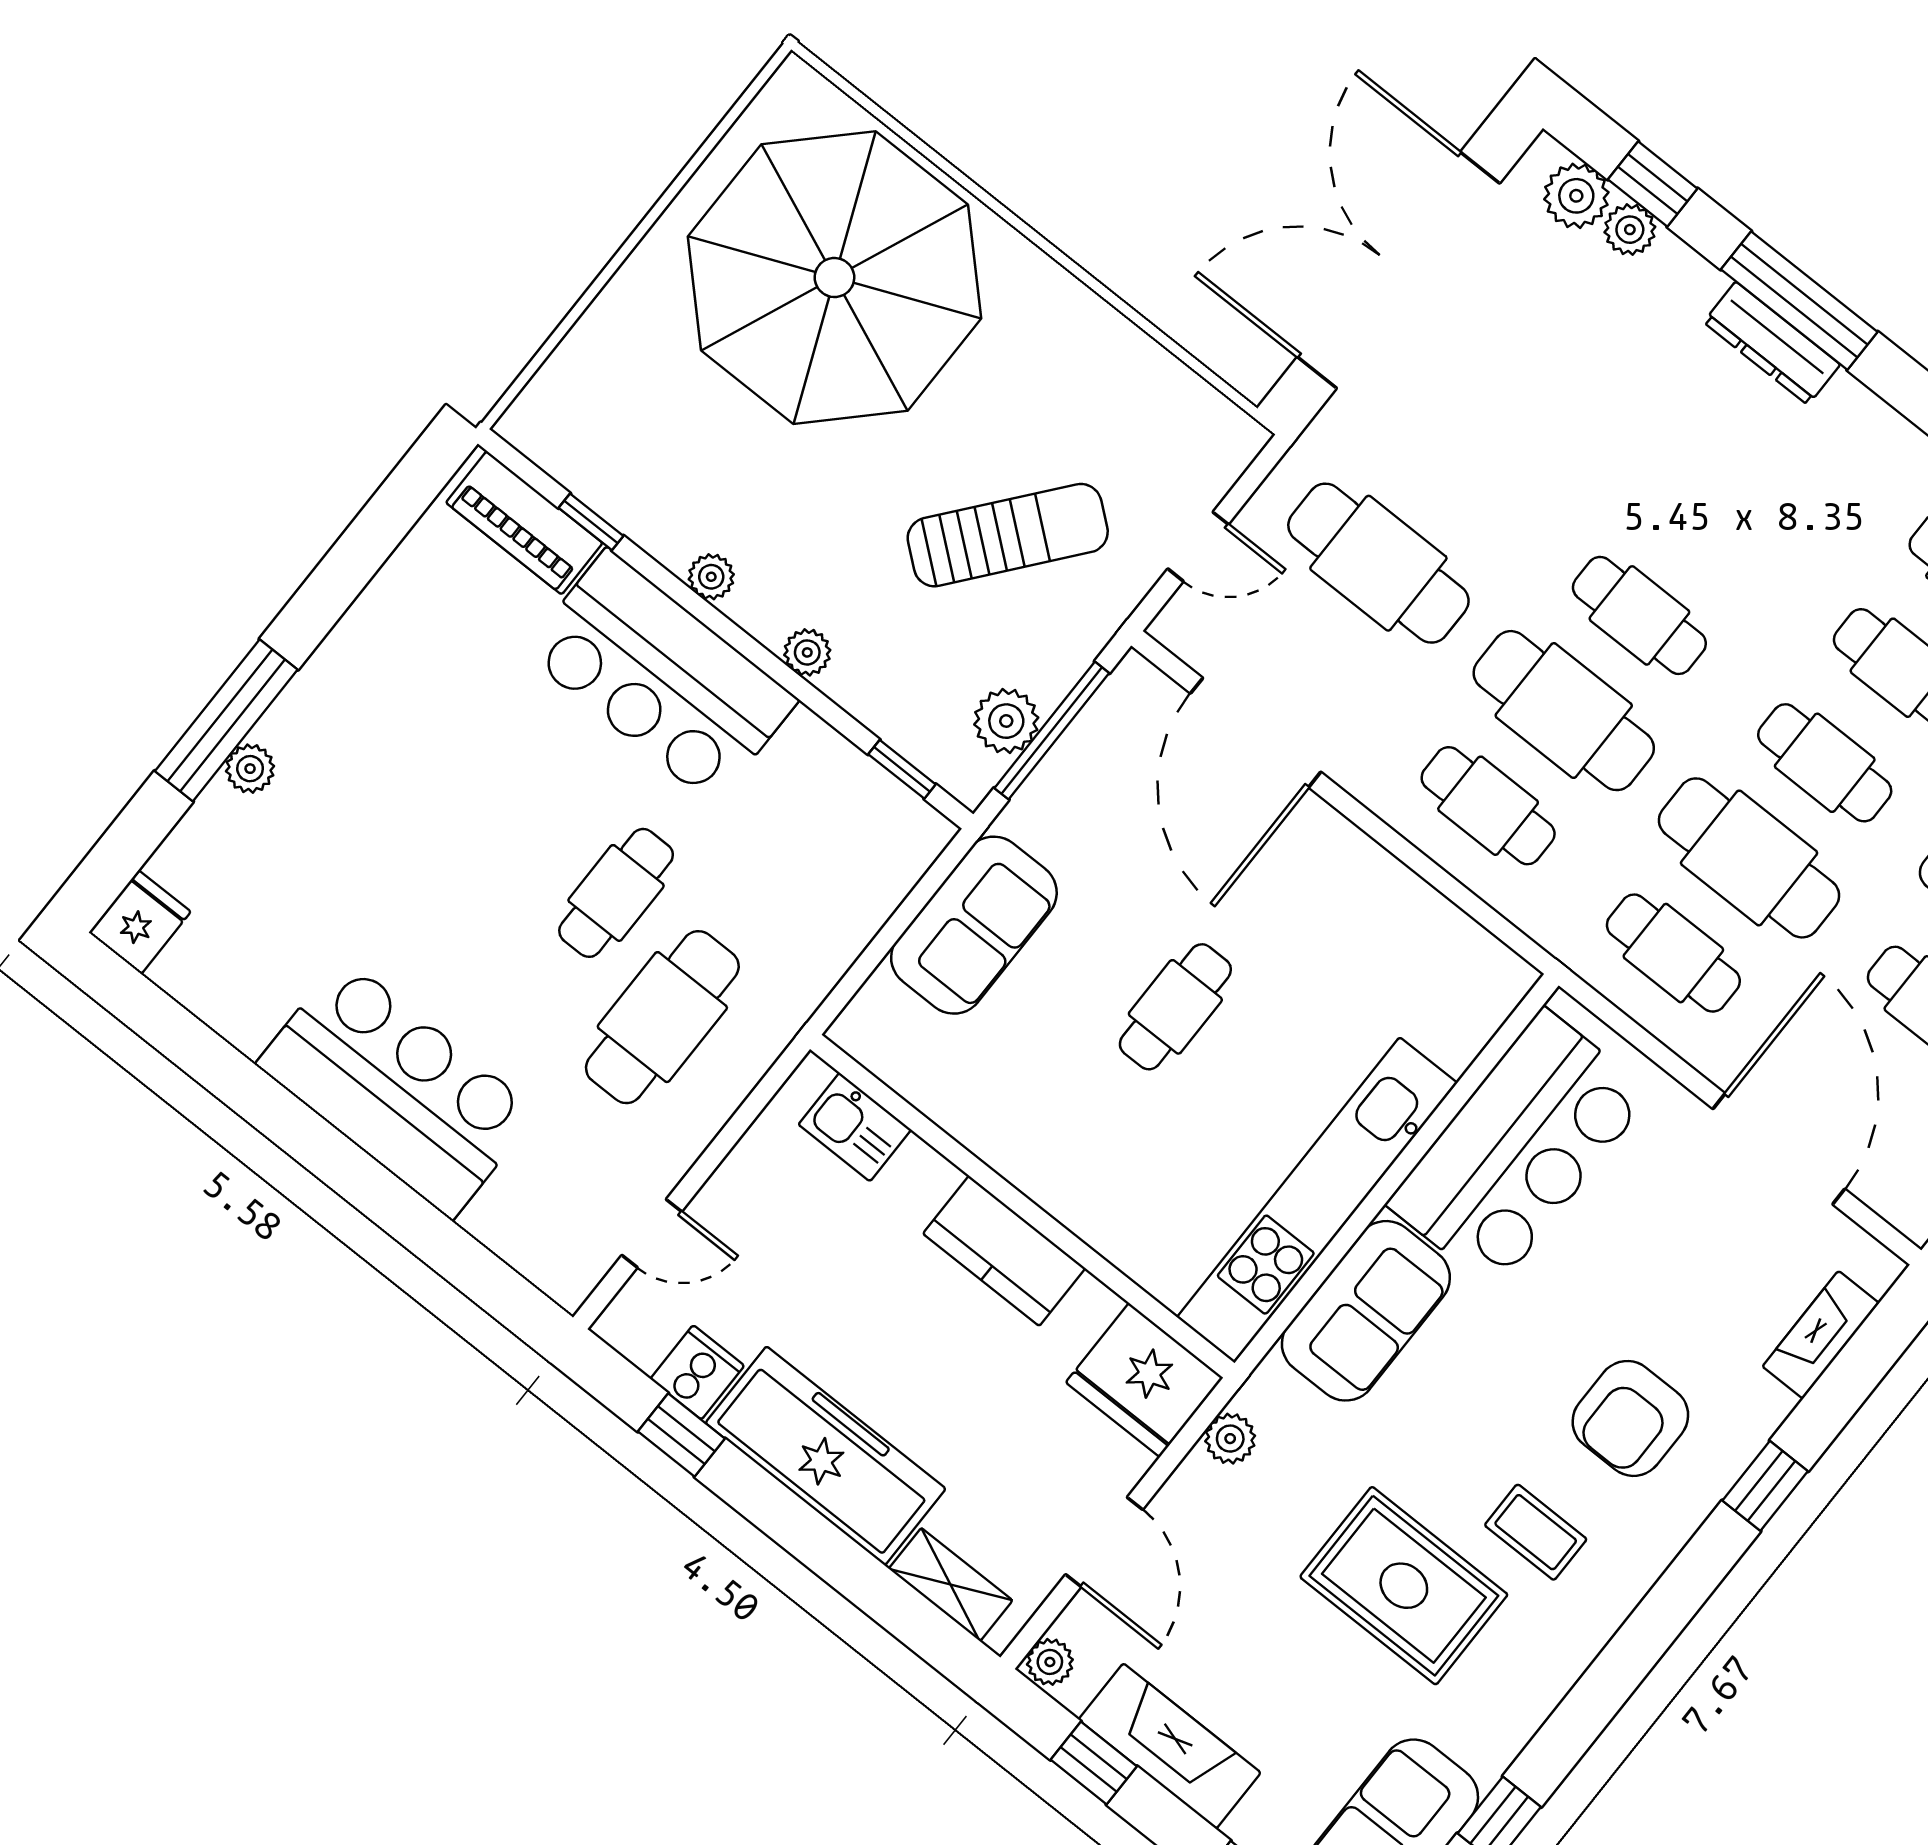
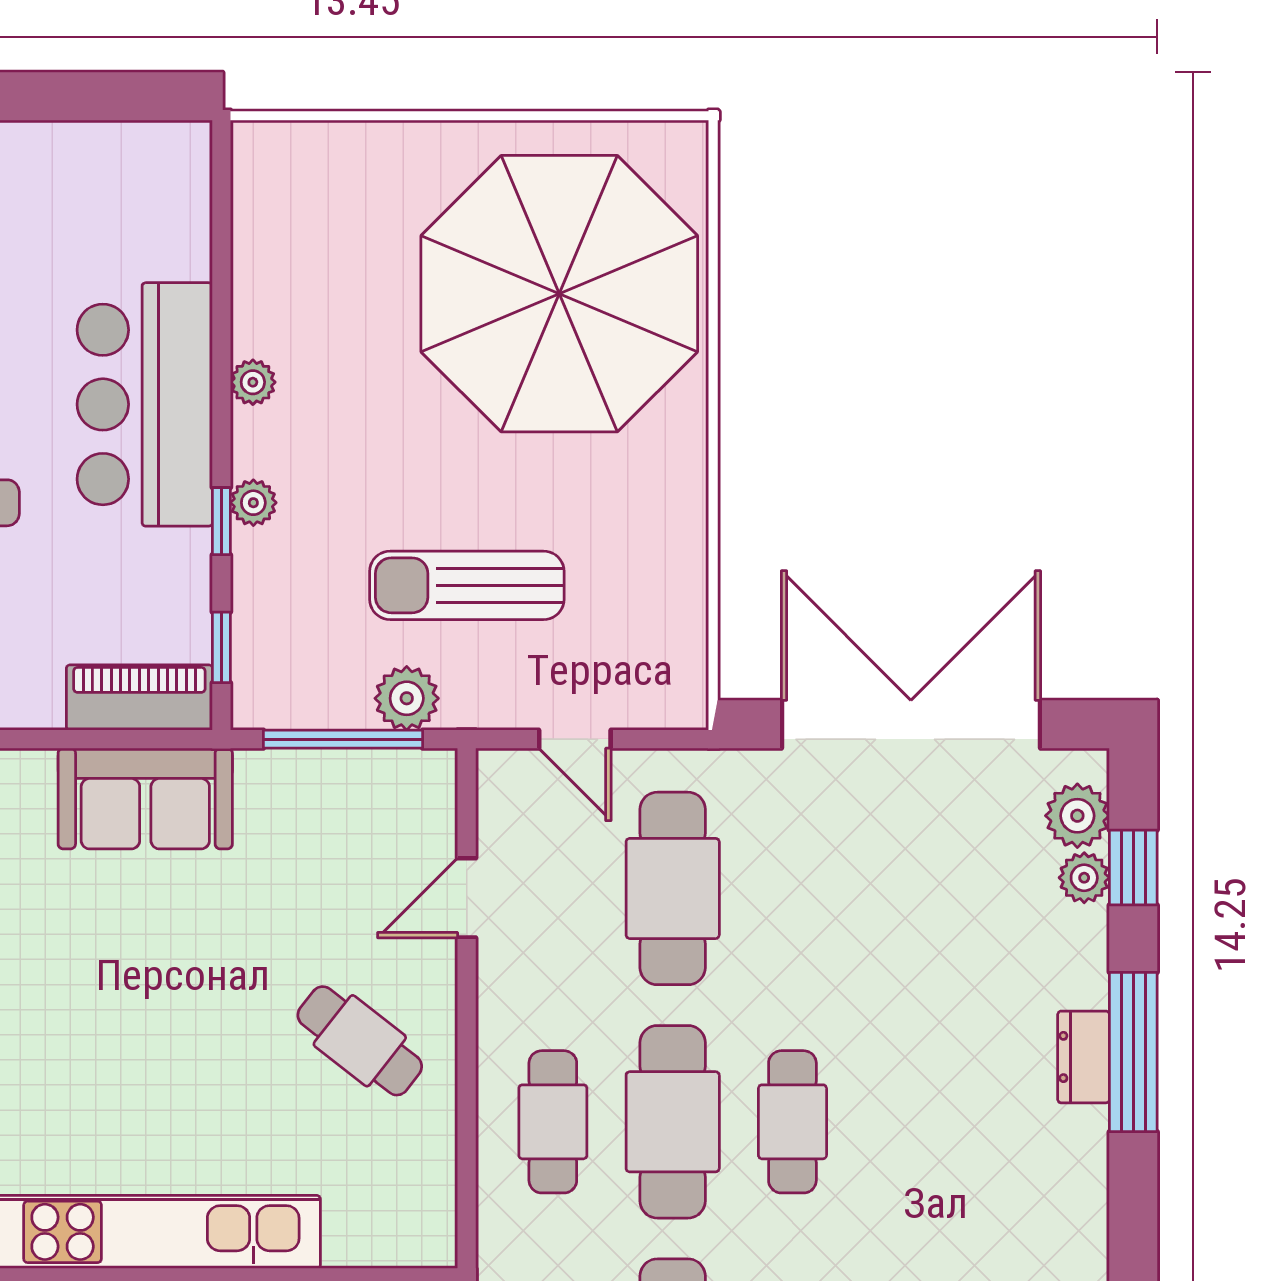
dresser: (1772, 343) -> (1084, 1057), width x0.70
window: (591, 522) -> (221, 521), moved
piano: (524, 523) -> (139, 698), moved, turned 90
sun lounger: (1008, 535) -> (467, 585), turned 141
plant: (1006, 721) -> (407, 698), moved
door: (1256, 733) -> (467, 898), width x0.53
cafe table: (1175, 1007) -> (360, 1041), moved, turned 38

